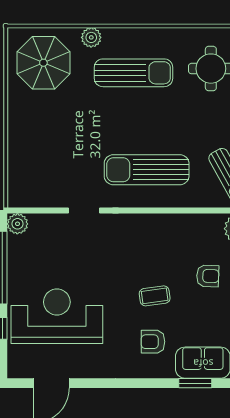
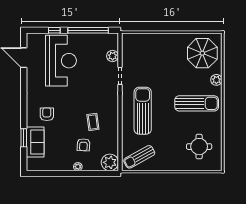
sun lounger: (134, 73) -> (197, 103), turned -90
plant: (17, 224) -> (113, 56), moved
coffee table: (155, 296) -> (93, 122), moved

